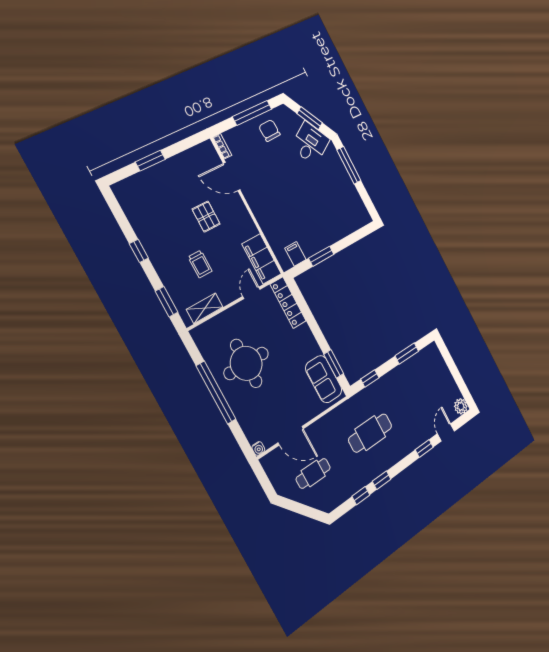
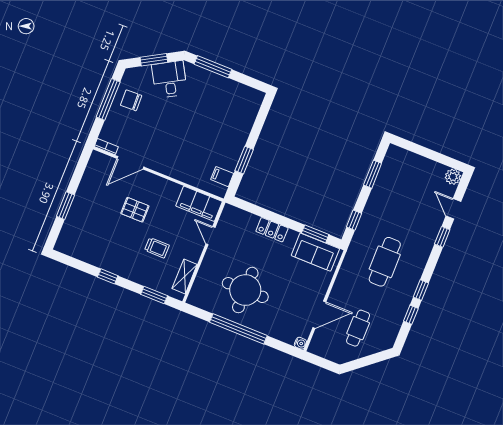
locker: (288, 303) -> (272, 230), moved, width x0.66

